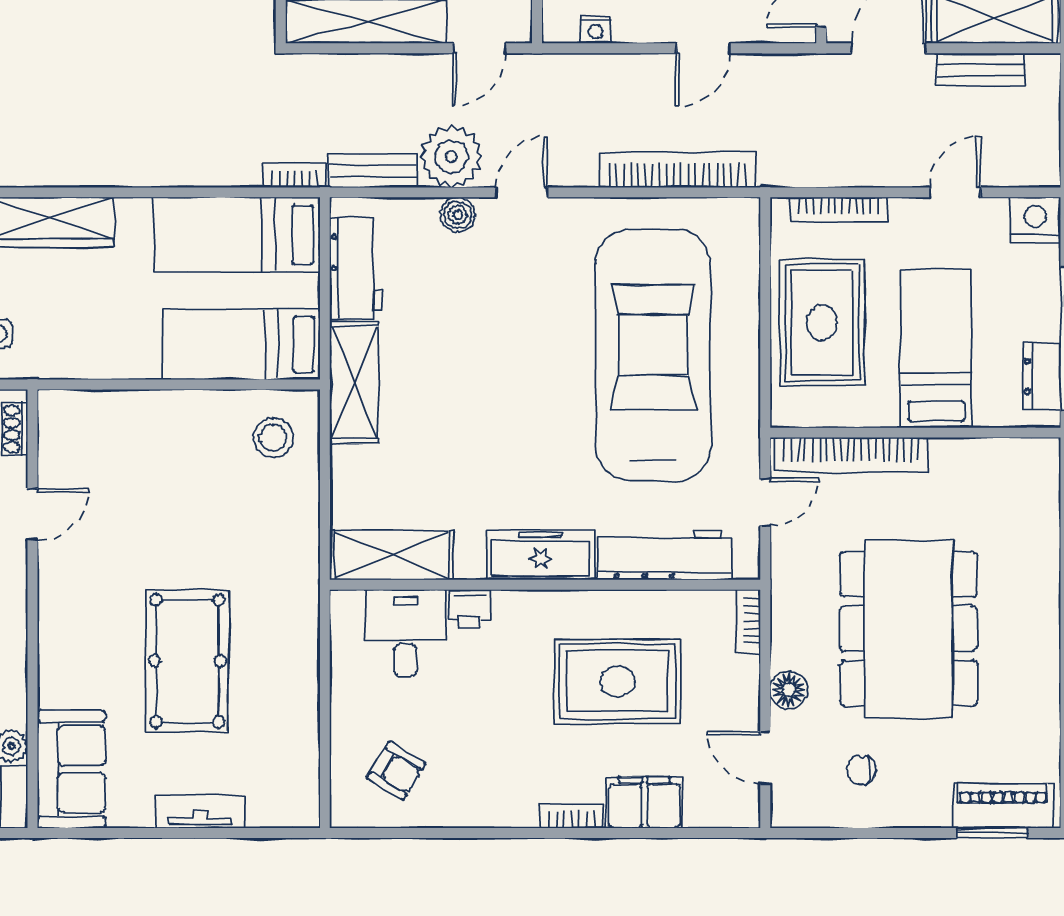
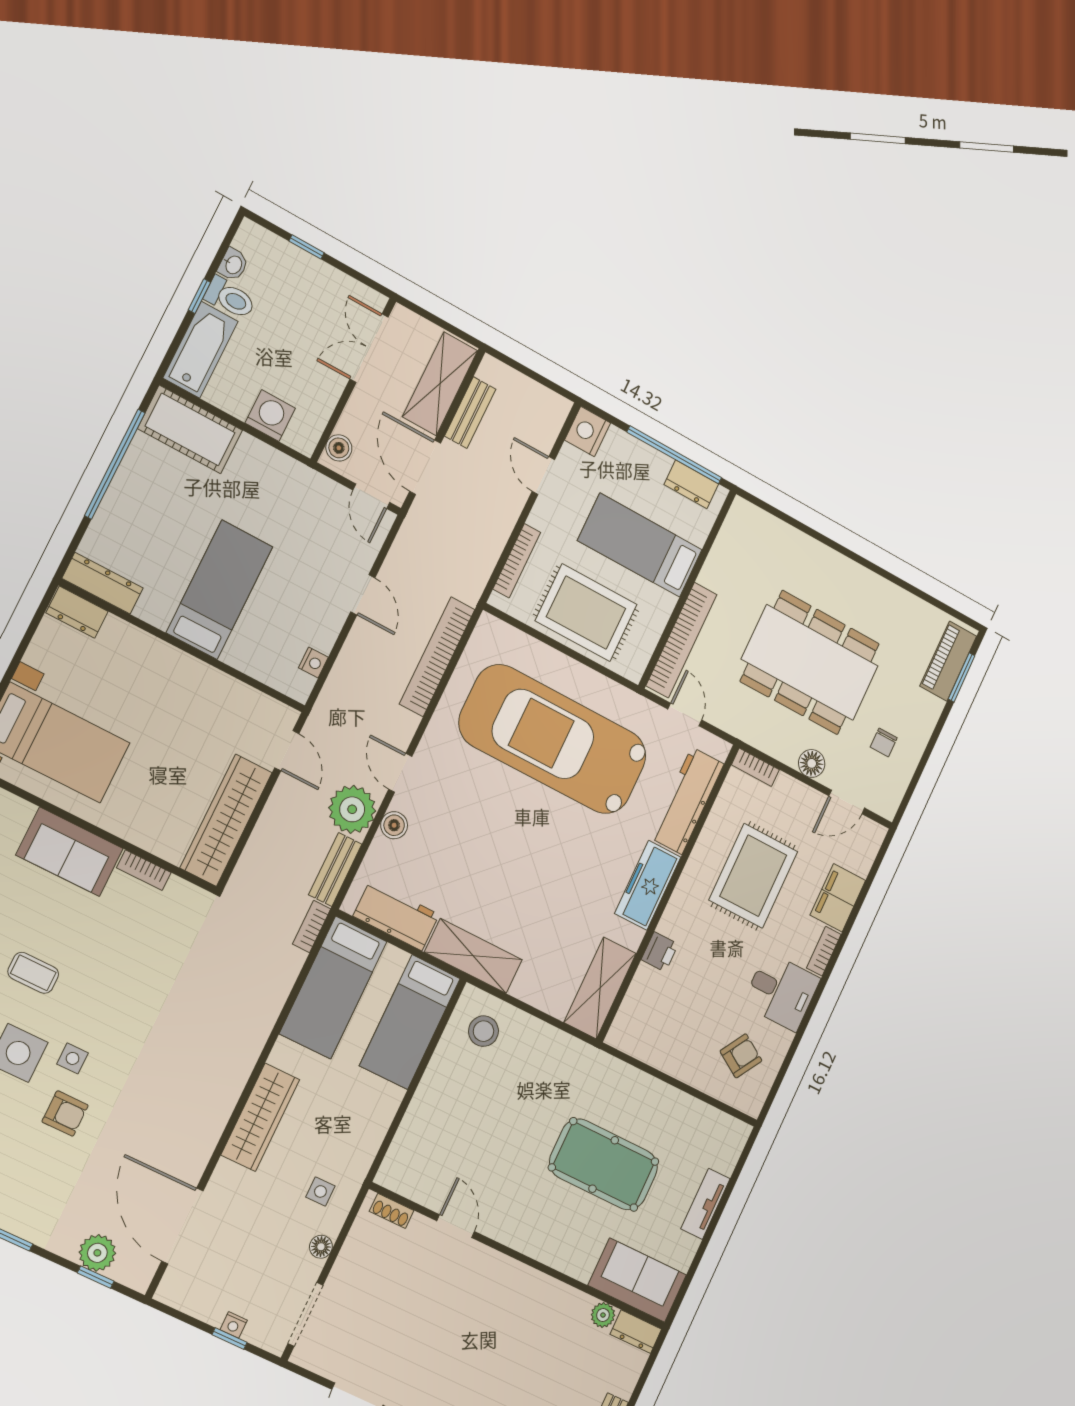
desk: (406, 633) -> (781, 991), moved, turned 180

